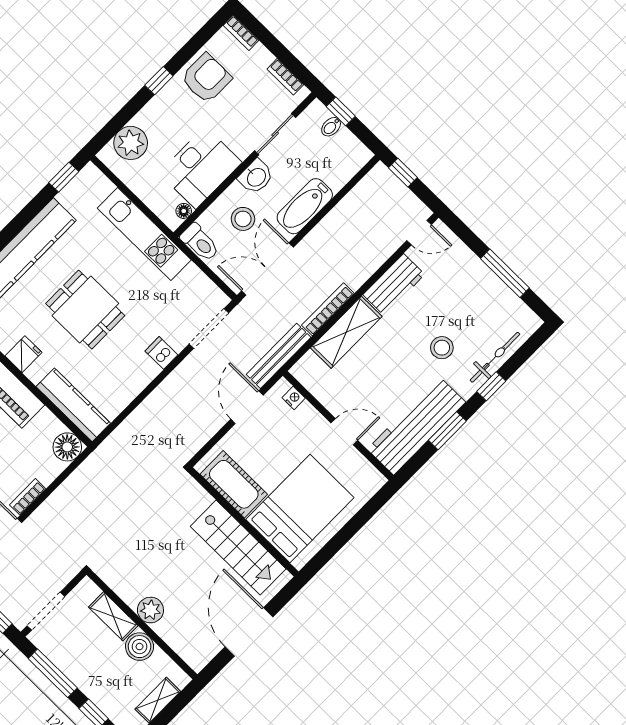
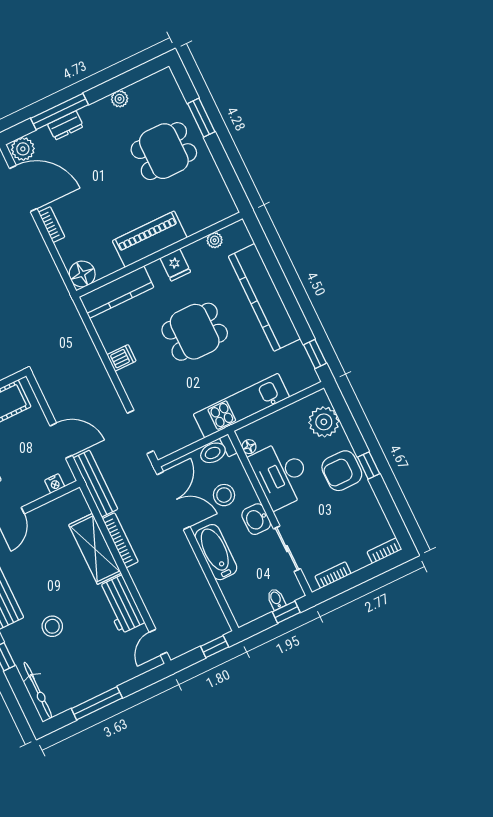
armchair: (206, 78) -> (342, 471), moved, turned 90
dishwasher: (161, 353) -> (121, 358), moved
bicycle: (495, 357) -> (38, 690), moved

